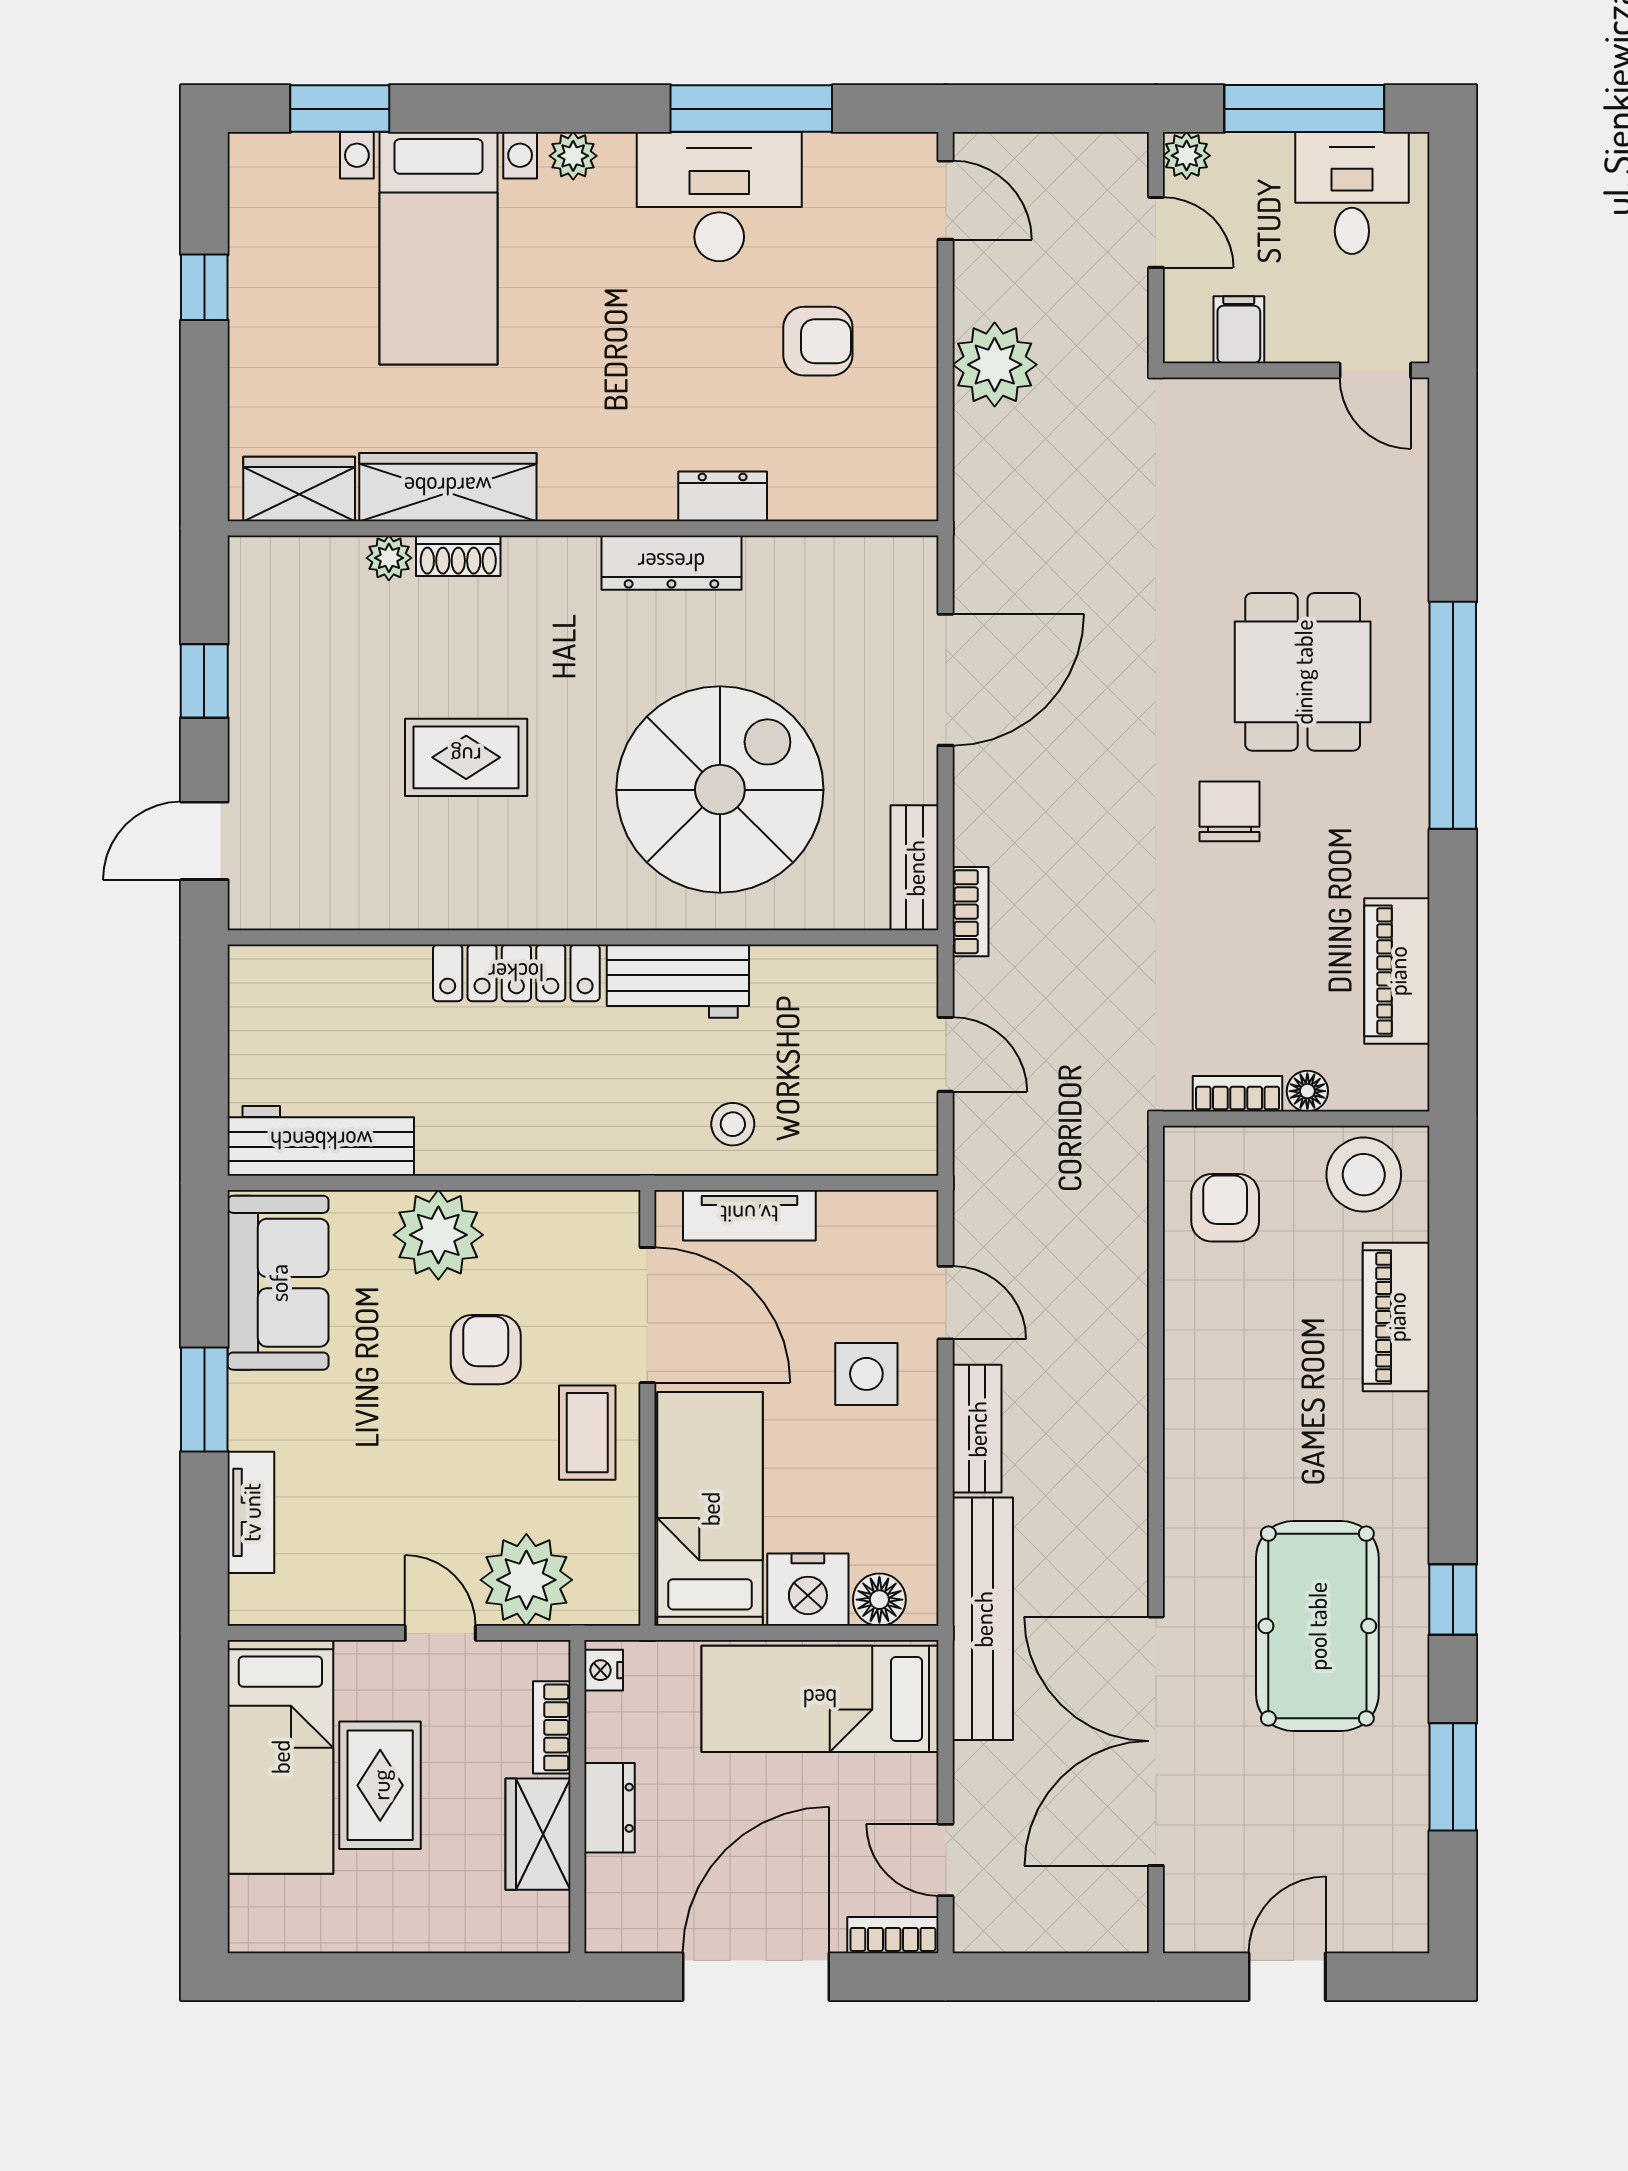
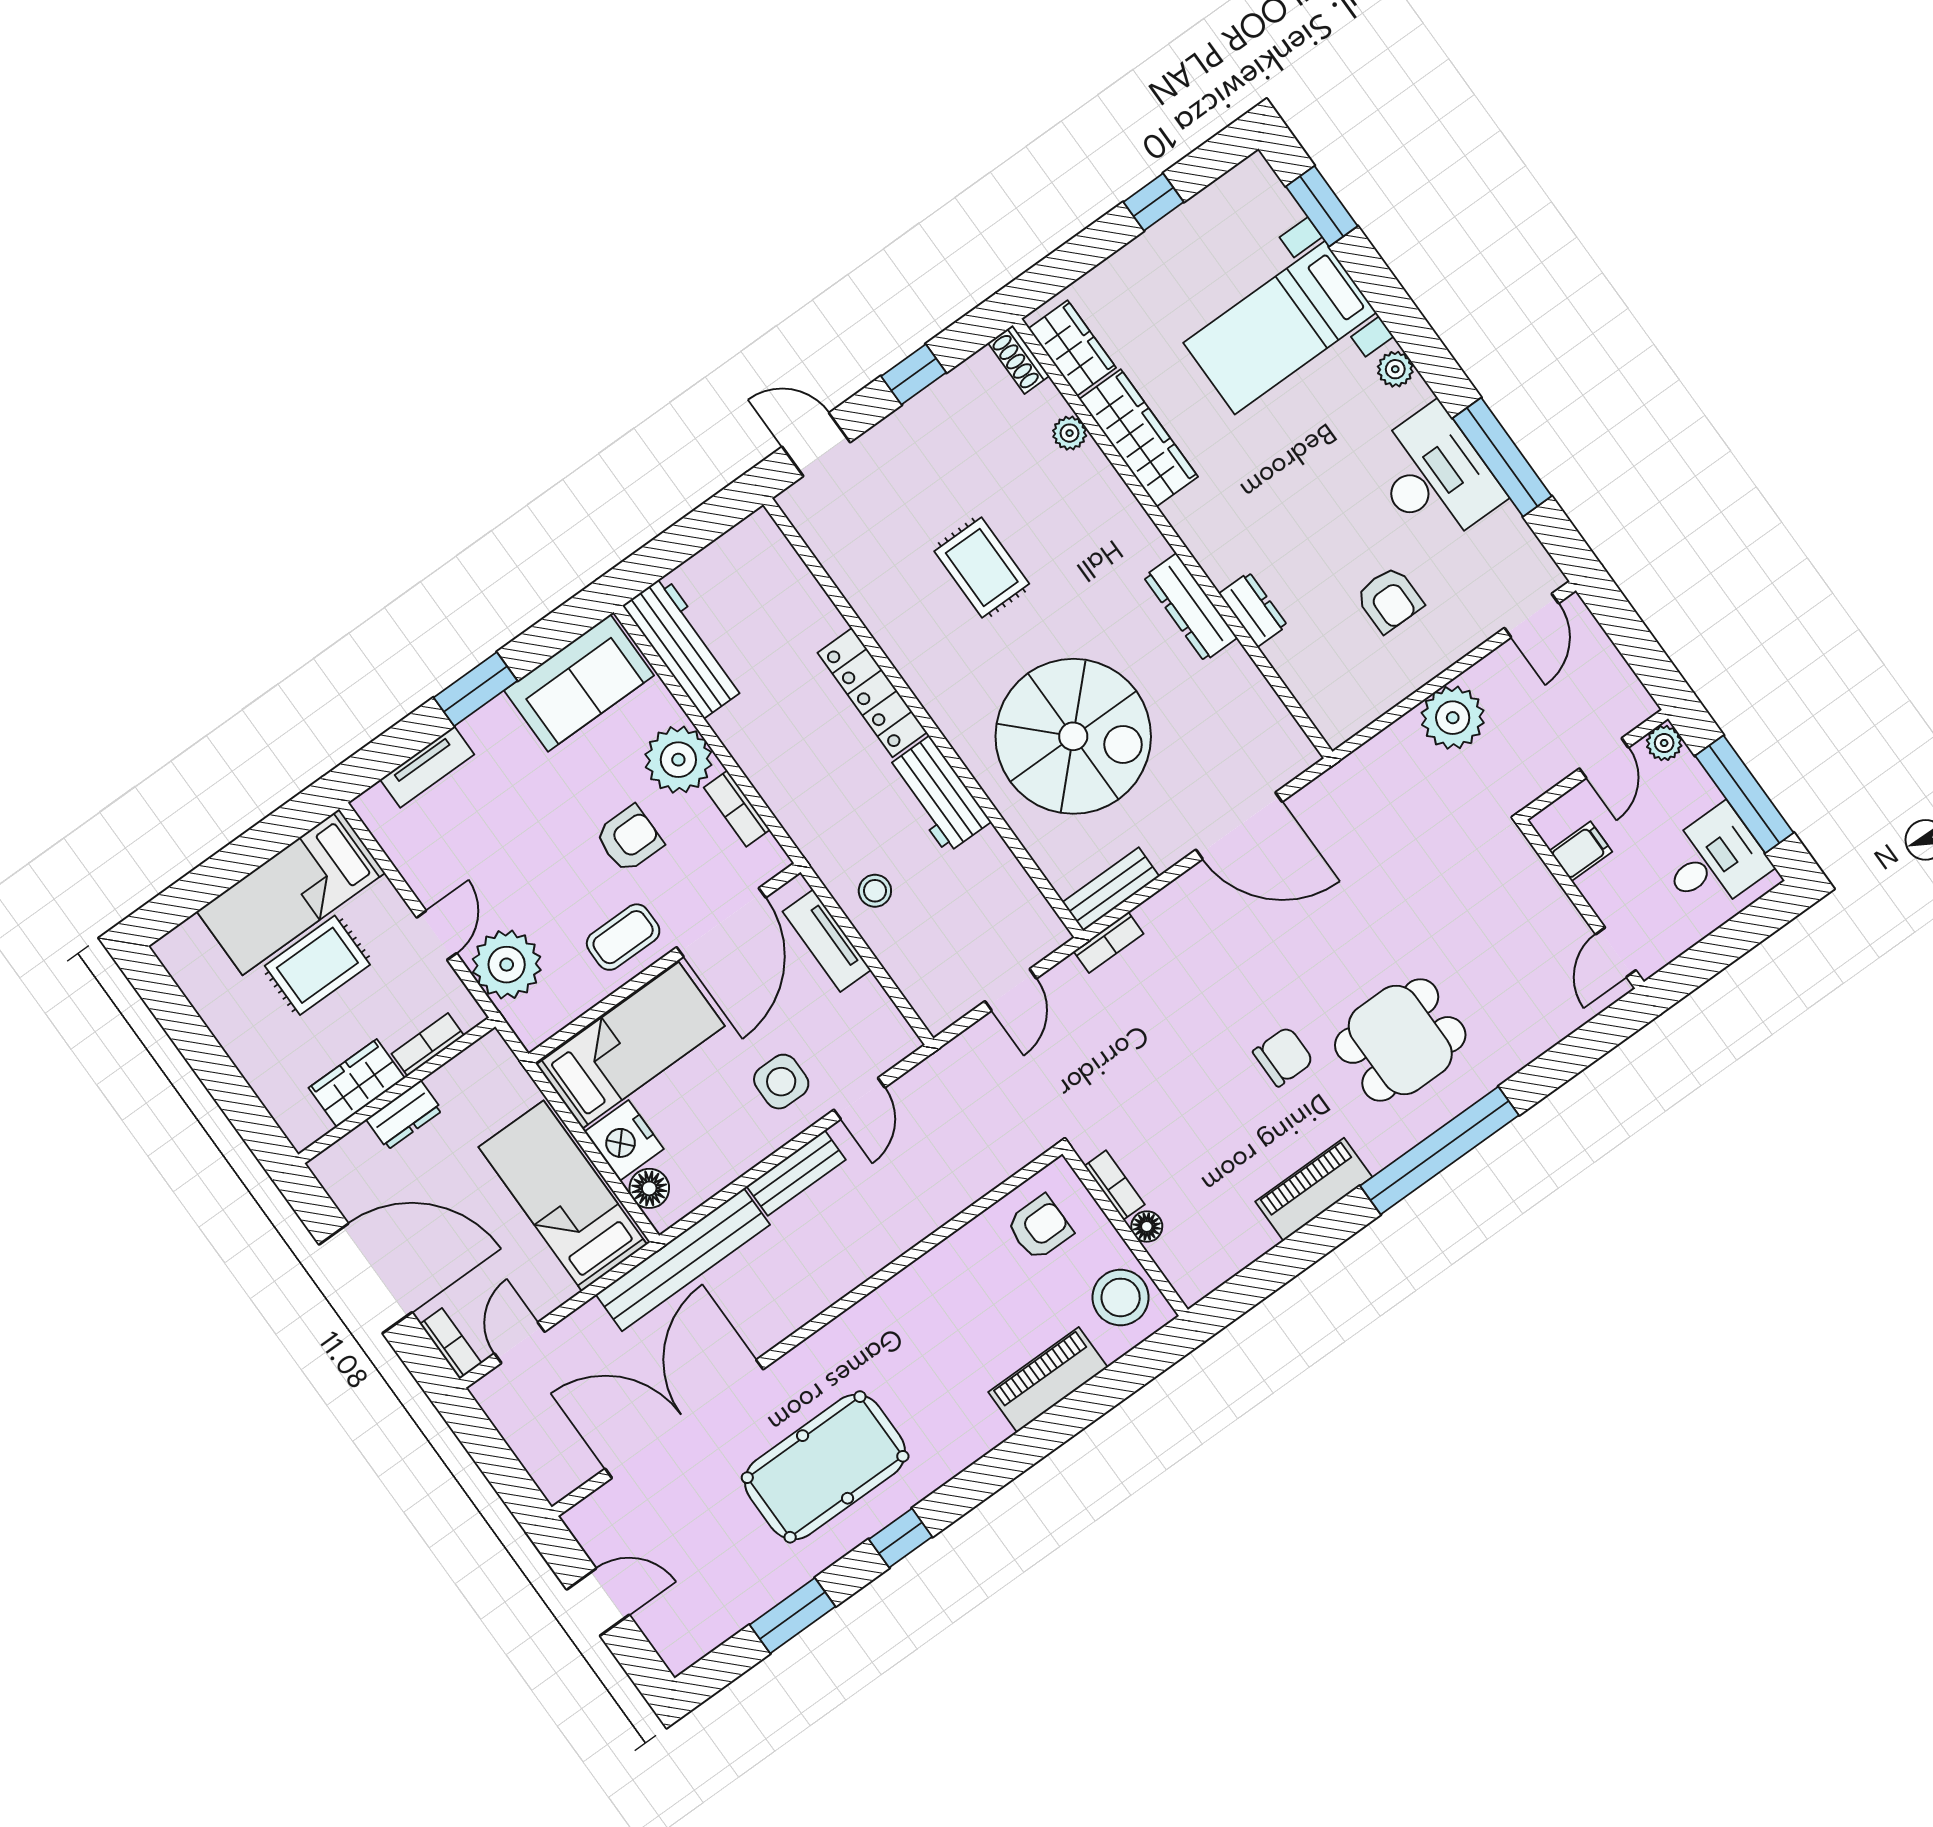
shoe rack: (458, 556) -> (1019, 359), moved
piano: (1397, 971) -> (1314, 1189), moved
bookcase: (537, 1209) -> (737, 809), added
nightstand: (604, 1670) -> (485, 1051), removed

